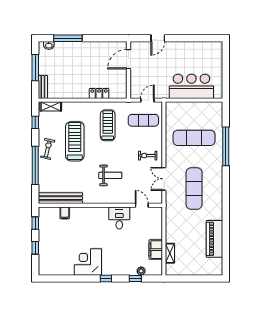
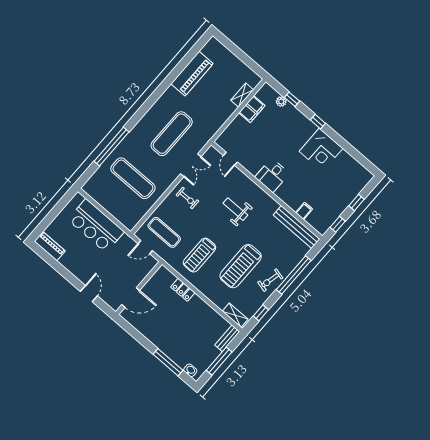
door: (158, 38) -> (89, 294), hinge flipped
piano: (210, 47) -> (50, 246), added
desk: (119, 218) -> (272, 175), moved

